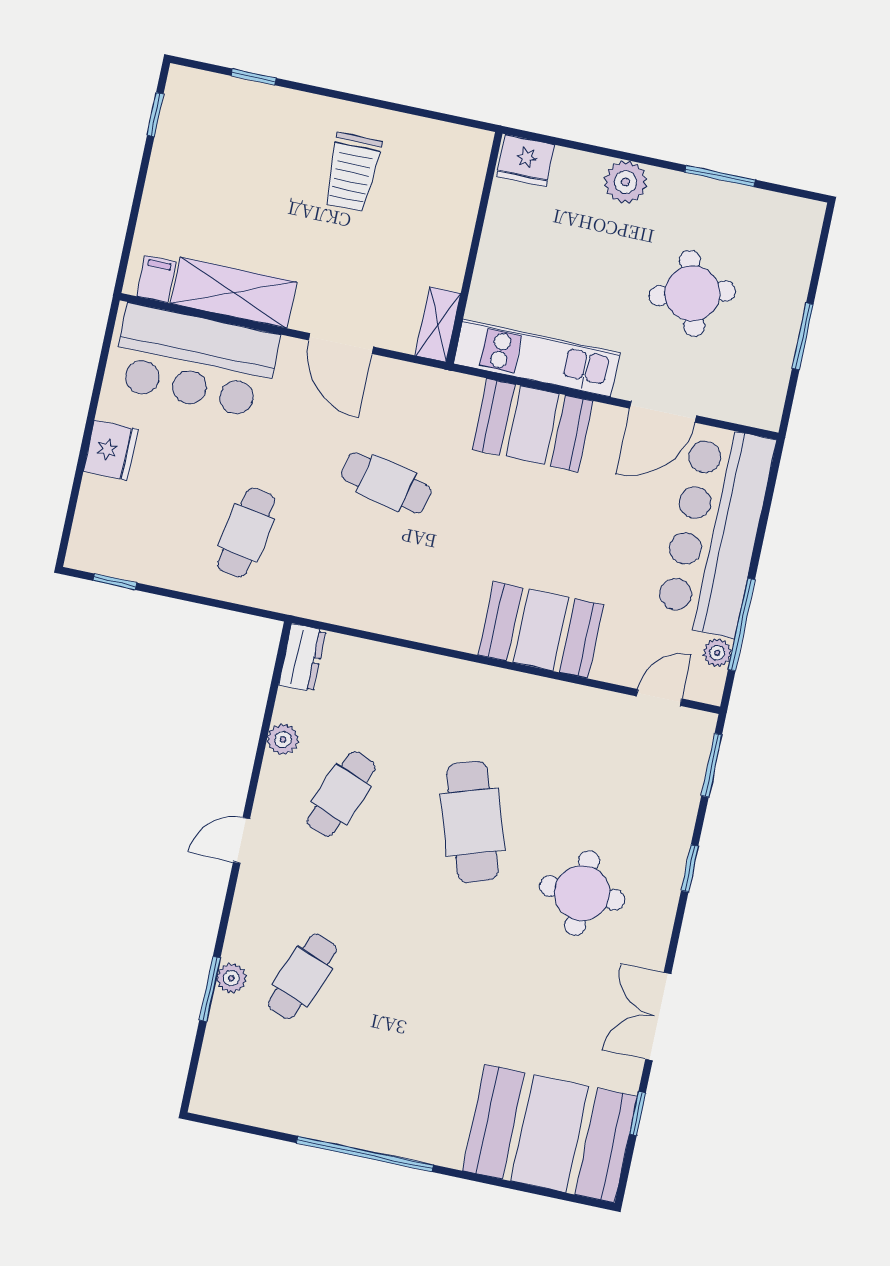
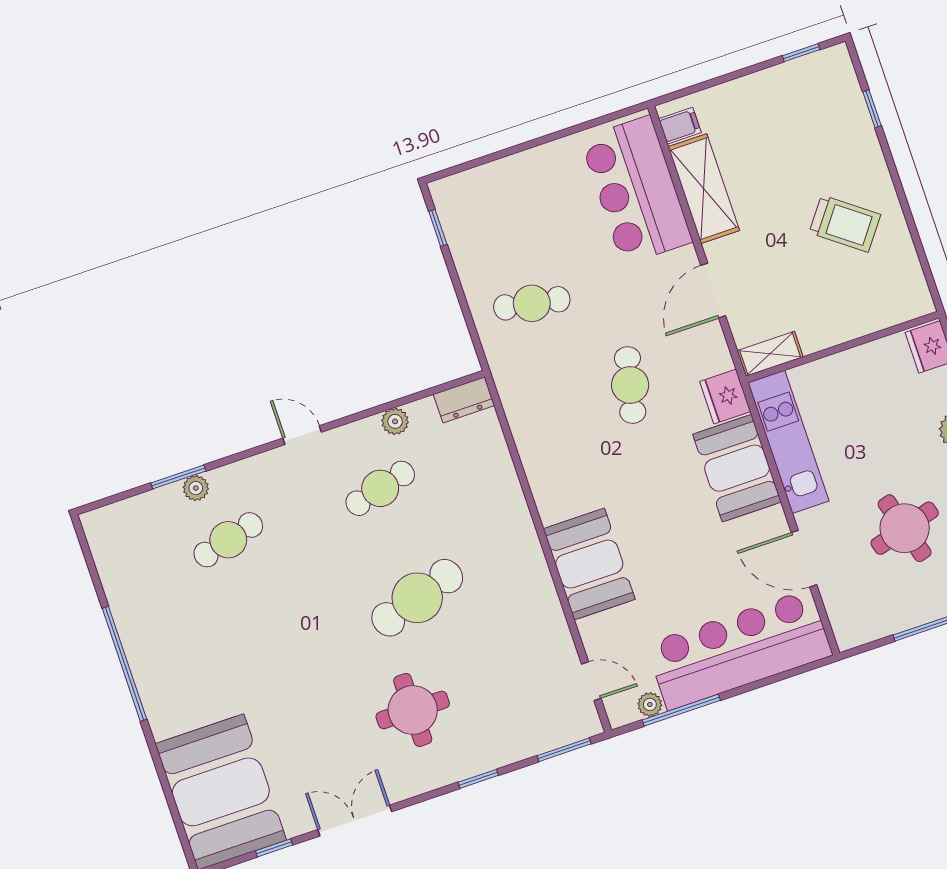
trolley: (352, 172) -> (845, 224), turned -143
fridge: (111, 450) -> (725, 396), moved, turned 90
cafe table: (341, 794) -> (380, 488), turned -36
cafe table: (302, 976) -> (228, 540), turned -36

